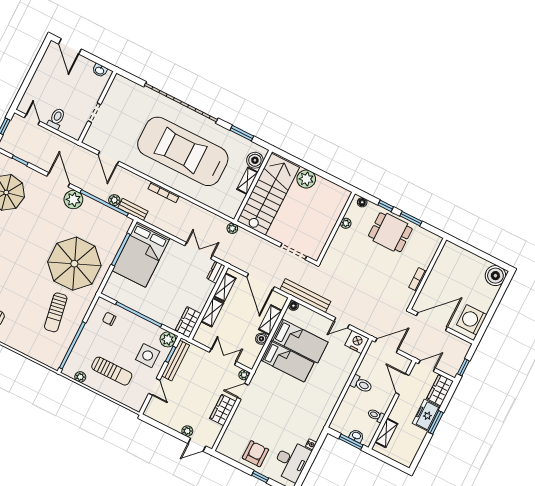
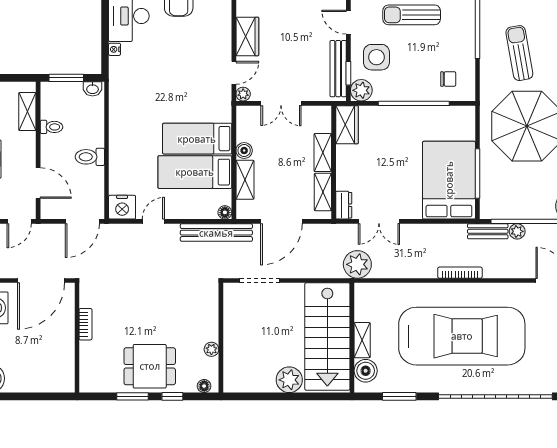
plant: (232, 228) -> (357, 264), width x1.88, depth x1.88
door: (261, 282) -> (281, 221), swing flipped
washbasin: (356, 436) -> (93, 89), moved

